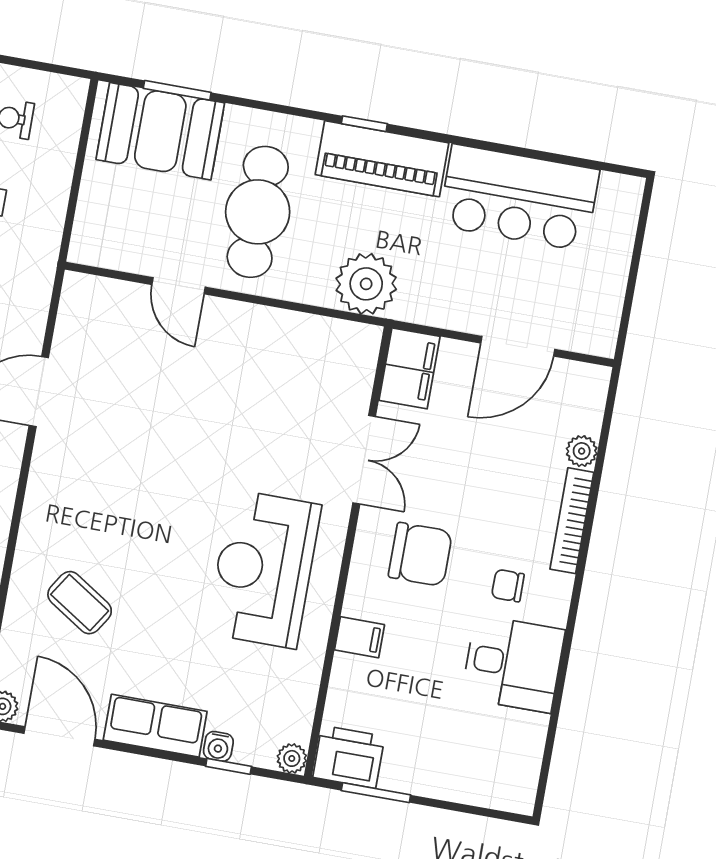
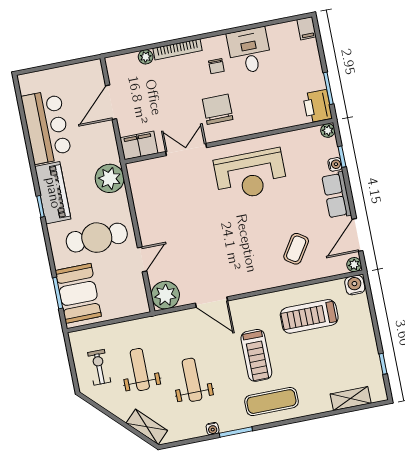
plant: (89, 304) -> (165, 295), added
door: (518, 346) -> (111, 102), swing flipped
filing cabinet: (360, 637) -> (307, 28), moved, turned 180

